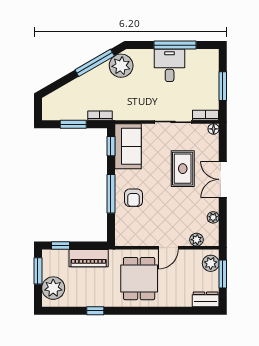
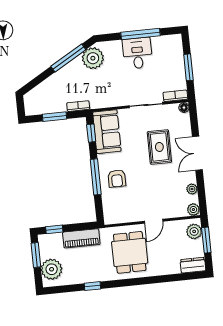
plant: (197, 240) -> (193, 210), moved

